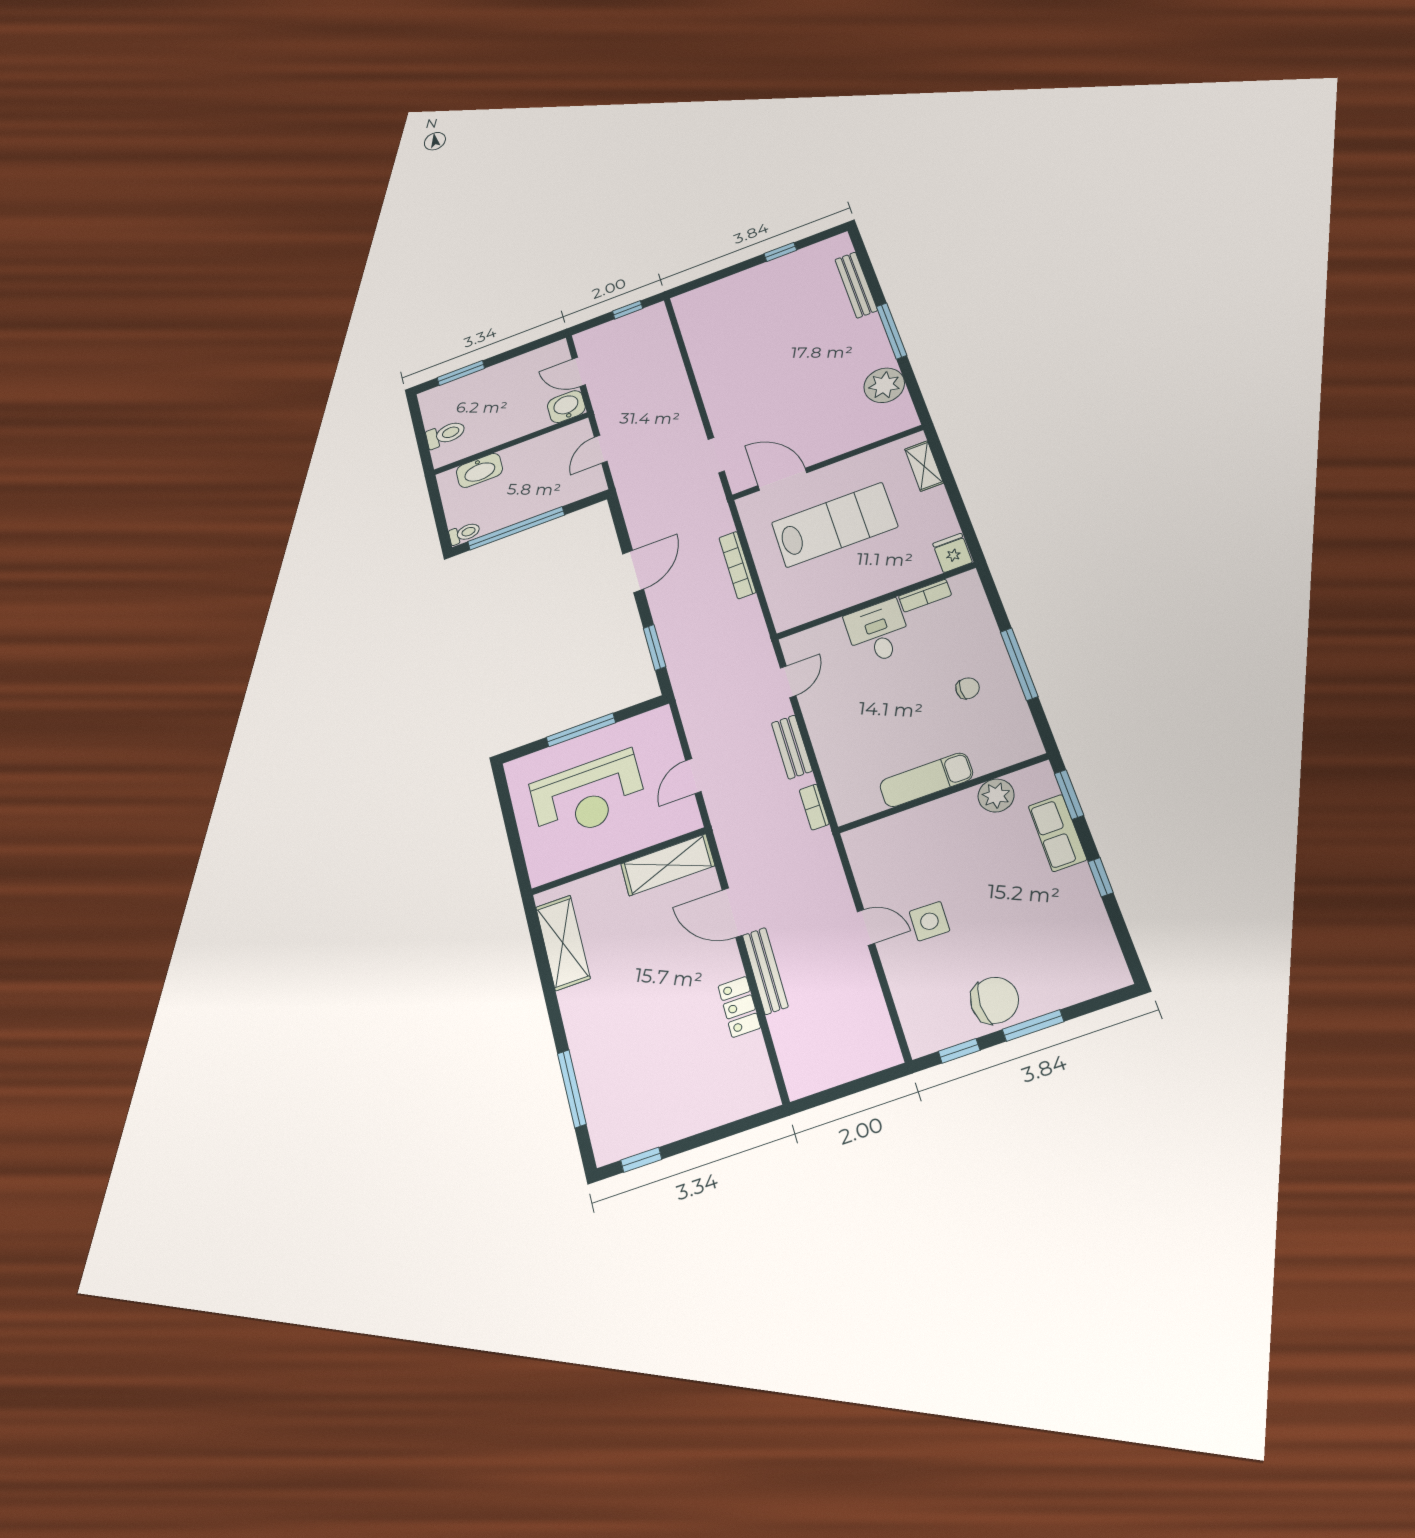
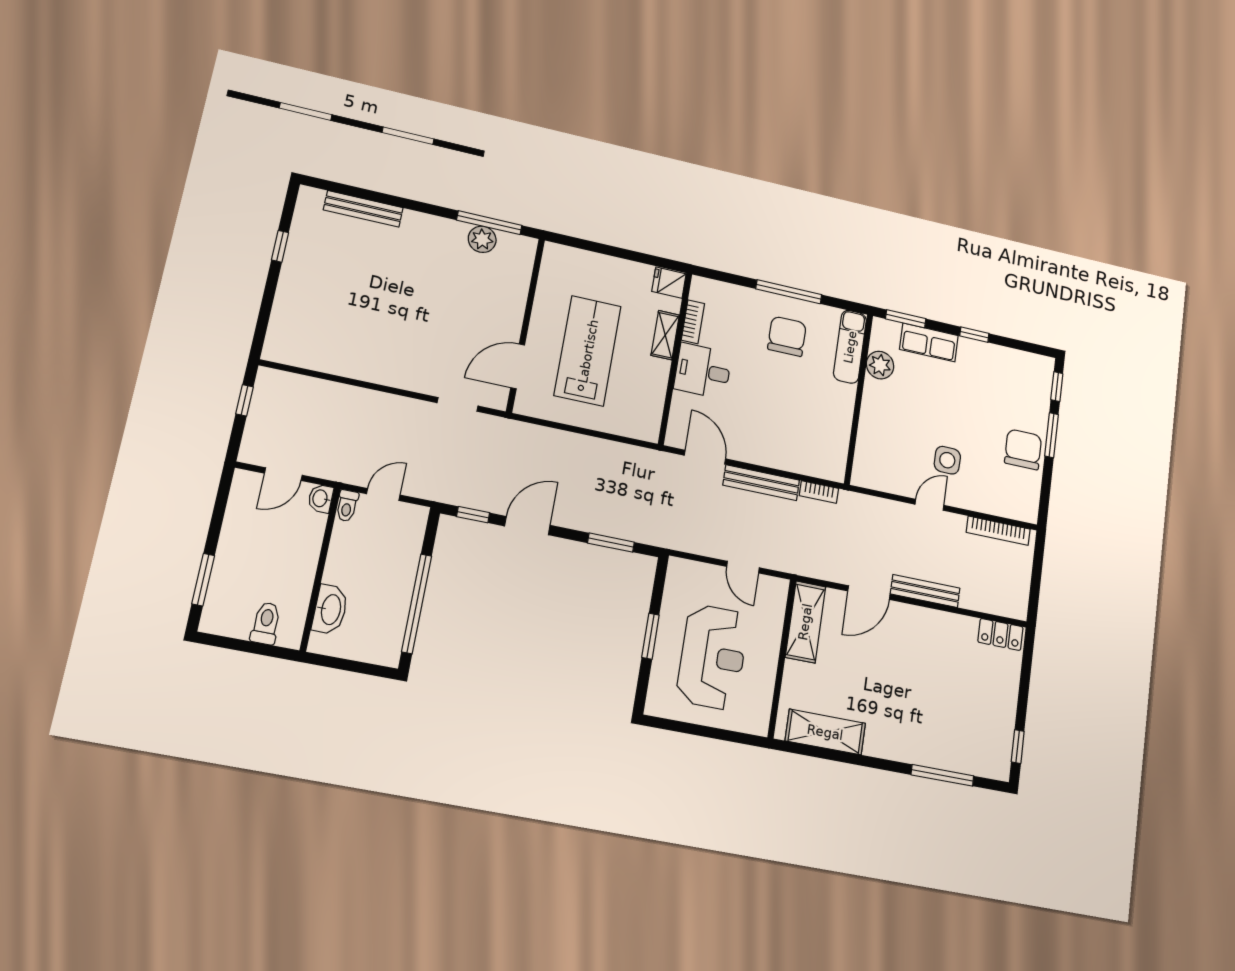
window: (891, 331) -> (489, 223), moved
plant: (884, 385) -> (482, 239), width x0.73, depth x0.73
washbasin: (566, 407) -> (321, 498), width x0.72, depth x0.69
door: (601, 449) -> (383, 494), swing flipped
shelving: (924, 466) -> (665, 335), moved, turned 90
window: (620, 524) -> (473, 515), added
toilet: (464, 533) -> (347, 506), moved, turned 180
bookcase: (737, 565) -> (998, 531), moved
door: (633, 571) -> (527, 526), hinge flipped
door: (788, 682) -> (705, 457), width x1.37
chair: (968, 688) -> (787, 336), width x1.87, depth x1.87
window: (581, 730) -> (650, 636), width x0.69
bench: (792, 747) -> (761, 483), width x1.36
exam couch: (926, 780) -> (850, 347), moved
locker: (739, 1007) -> (1000, 634), moved
window: (959, 1051) -> (1057, 387), moved

